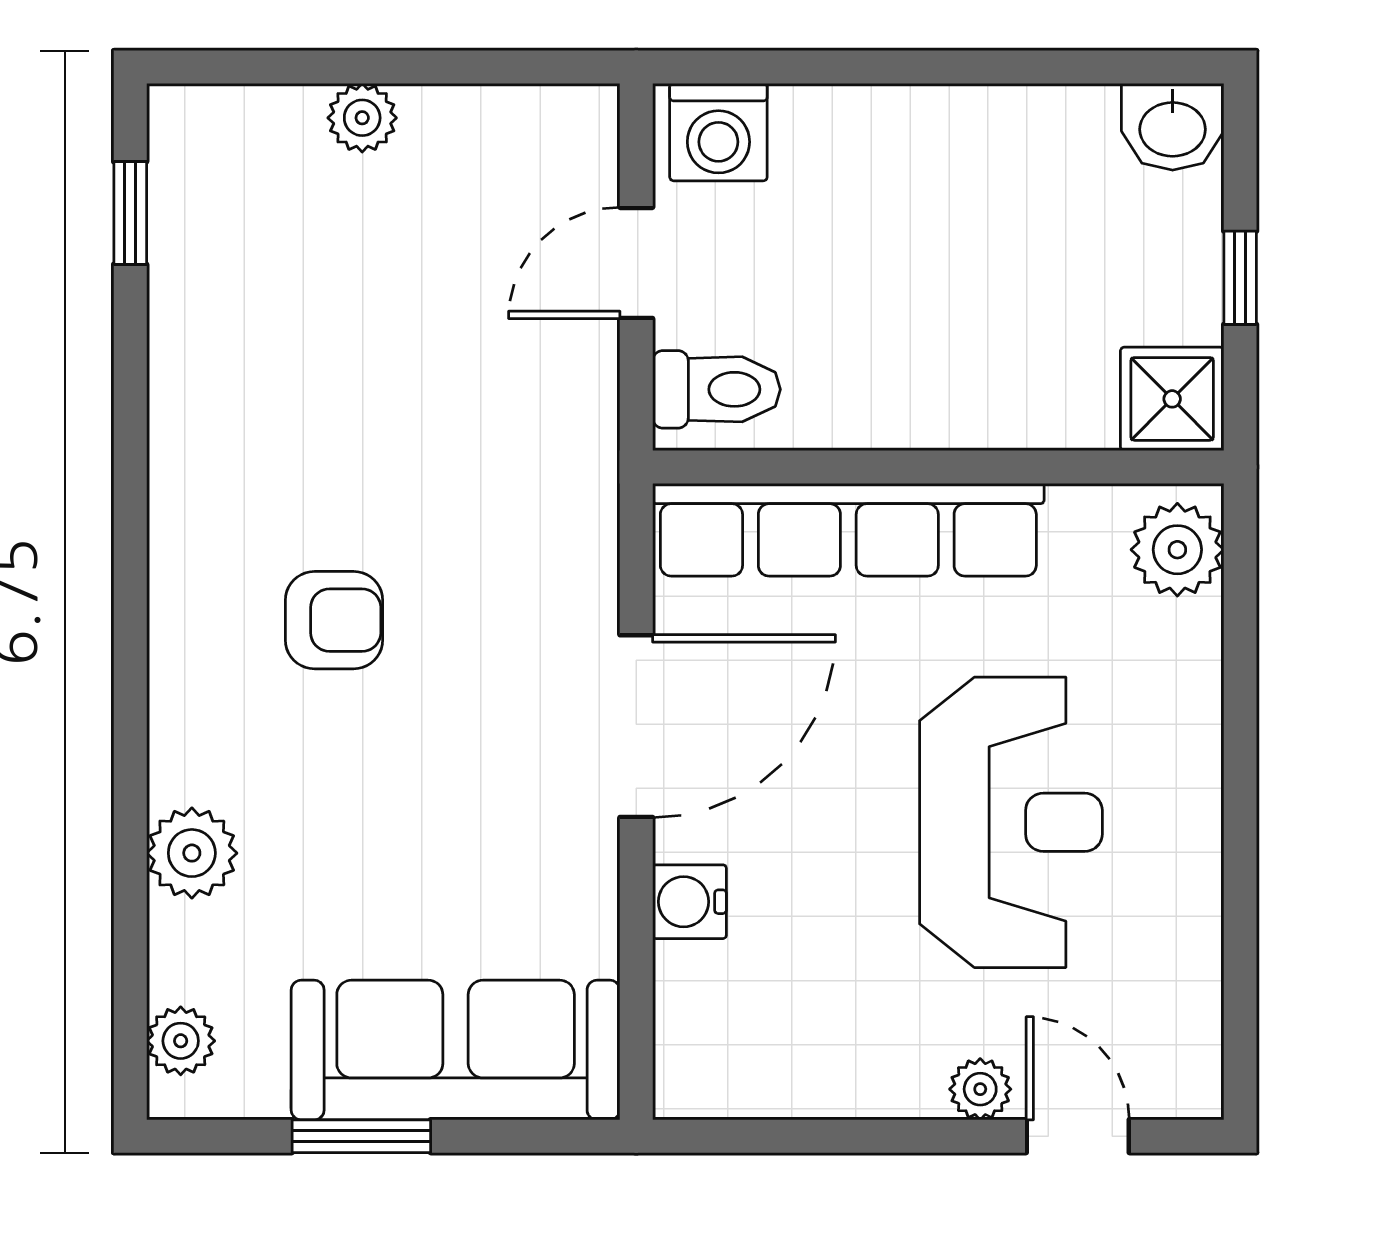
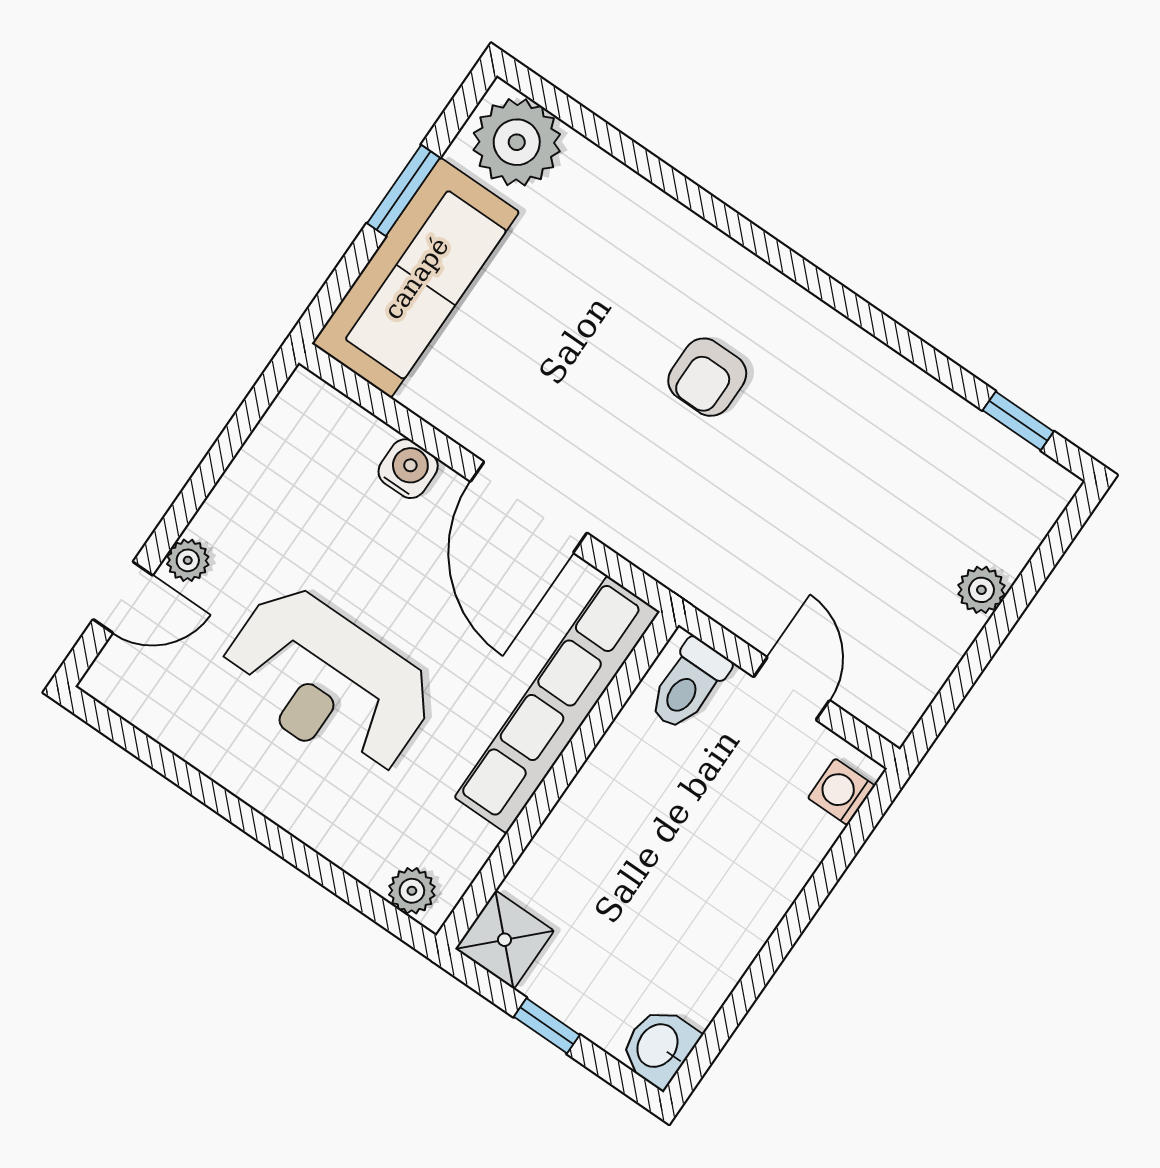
washing machine: (718, 132) -> (841, 792), width x0.73, depth x0.73
plant: (1177, 550) -> (412, 891), width x0.73, depth x0.73
plant: (192, 853) -> (631, 205), removed
plant: (181, 1041) -> (517, 142), width x1.88, depth x1.88

